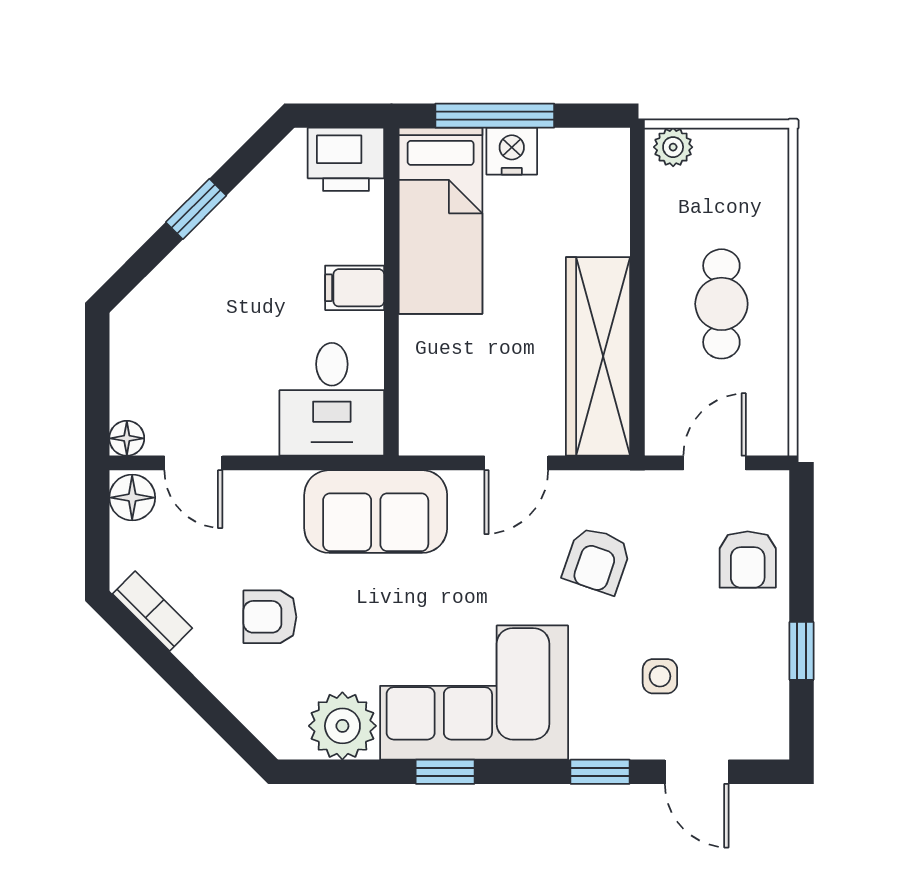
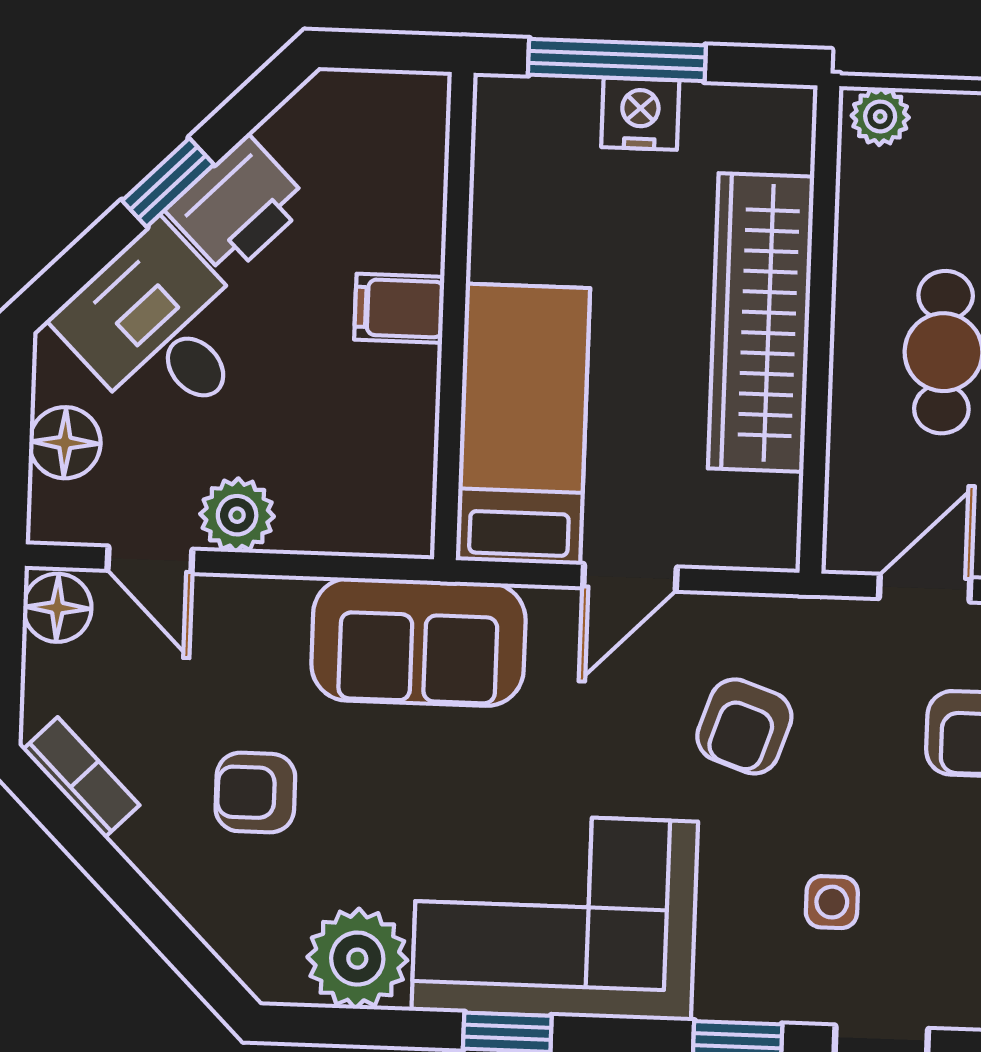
printer: (346, 159) -> (238, 206), moved, turned -45
bed: (441, 221) -> (523, 424), moved, turned 180
wardrobe: (598, 356) -> (761, 323), moved
desk: (332, 399) -> (160, 329), moved, turned 135
plant: (251, 431) -> (237, 515), added
floor lamp: (127, 438) -> (65, 443), moved, width x1.37, depth x1.37

